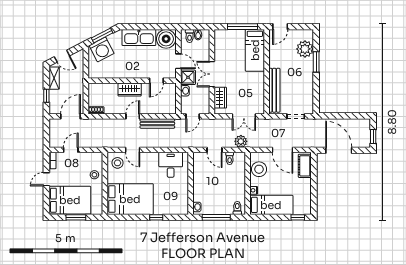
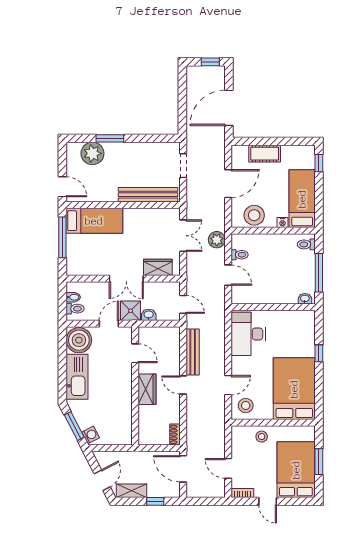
washing machine: (102, 49) -> (91, 435), width x0.53, depth x0.53
door: (215, 150) -> (228, 275), hinge flipped
desk: (171, 165) -> (248, 334), width x1.37
cot: (305, 166) -> (265, 154), moved

